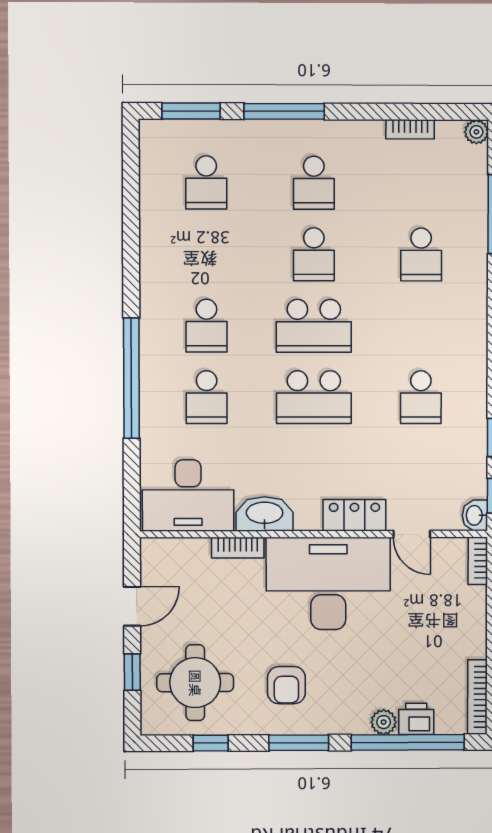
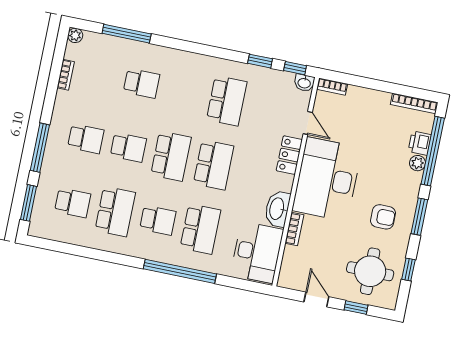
school desk: (206, 254) -> (115, 211), added
school desk: (207, 397) -> (200, 229), width x1.85
school desk: (421, 397) -> (227, 101), width x1.85
door: (412, 534) -> (308, 123), hinge flipped

